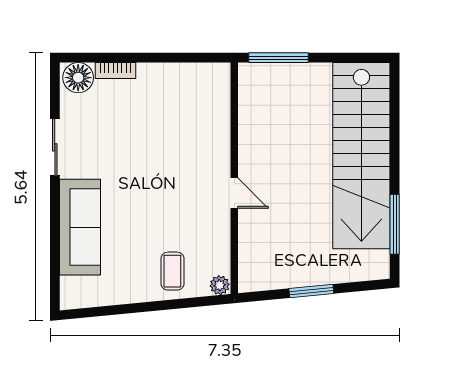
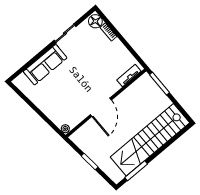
tv unit: (220, 99) -> (129, 76), added
door: (234, 193) -> (101, 107), width x1.88
coffee table: (172, 271) -> (57, 109), removed

